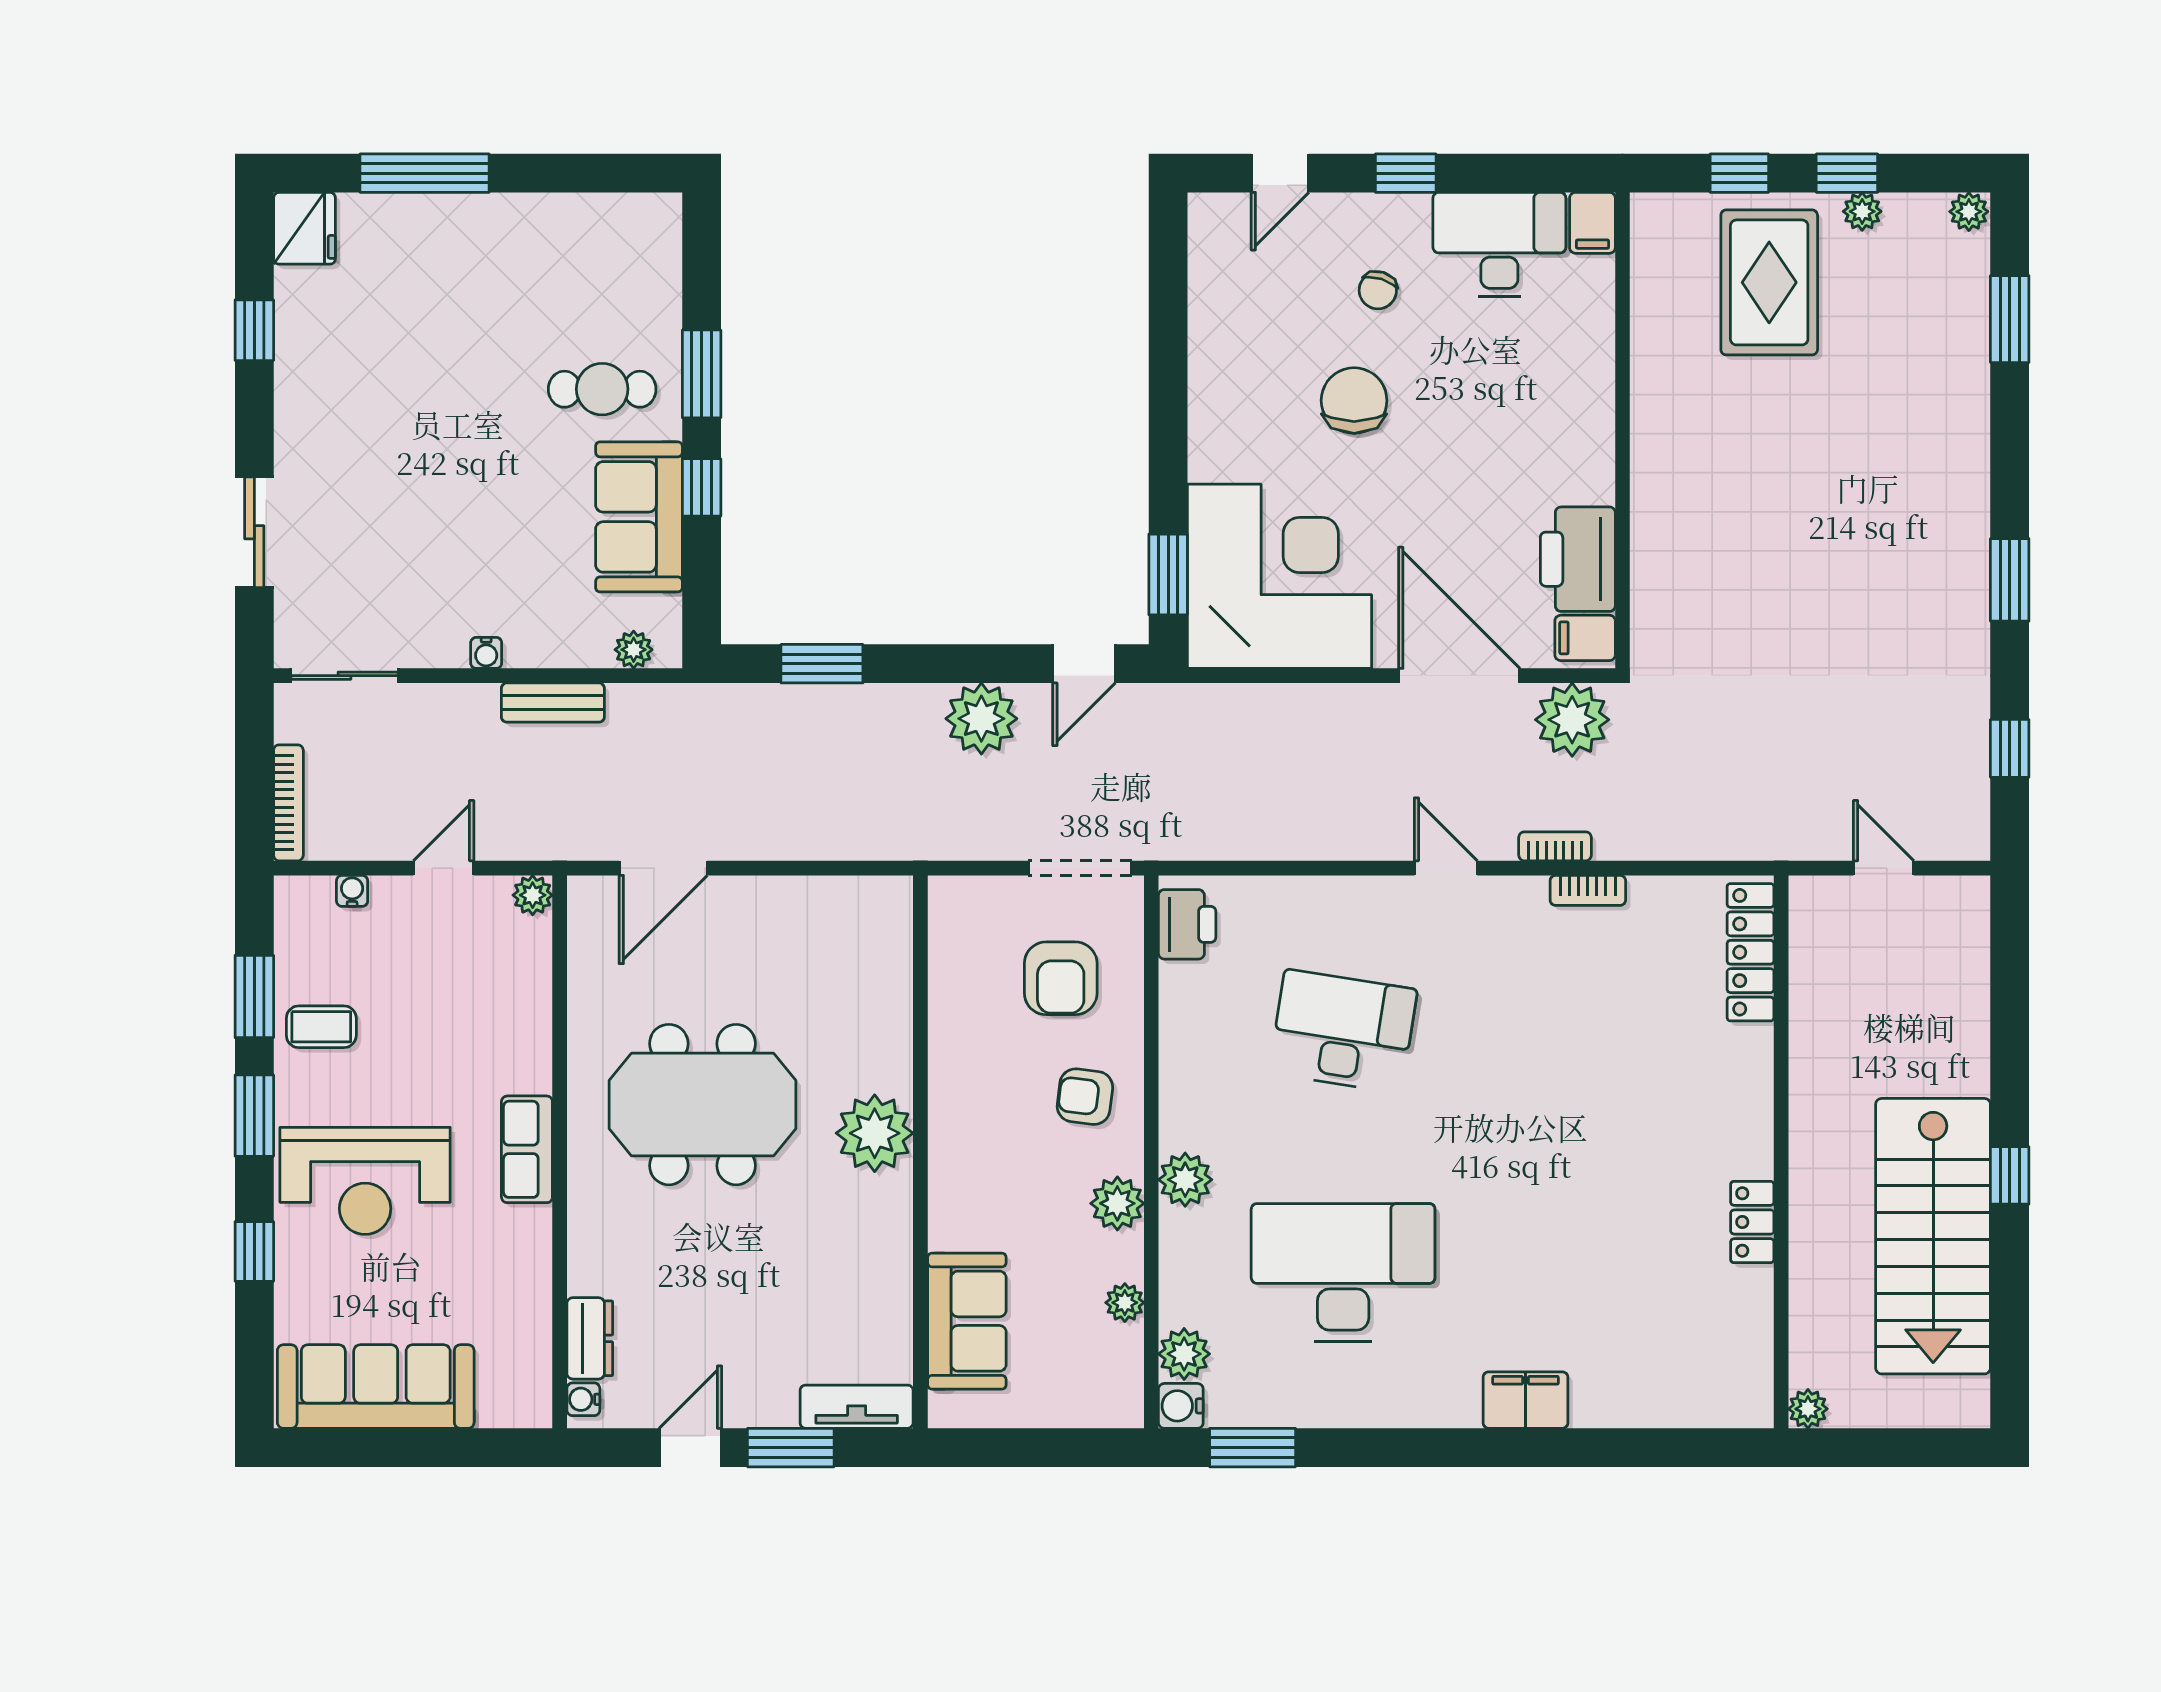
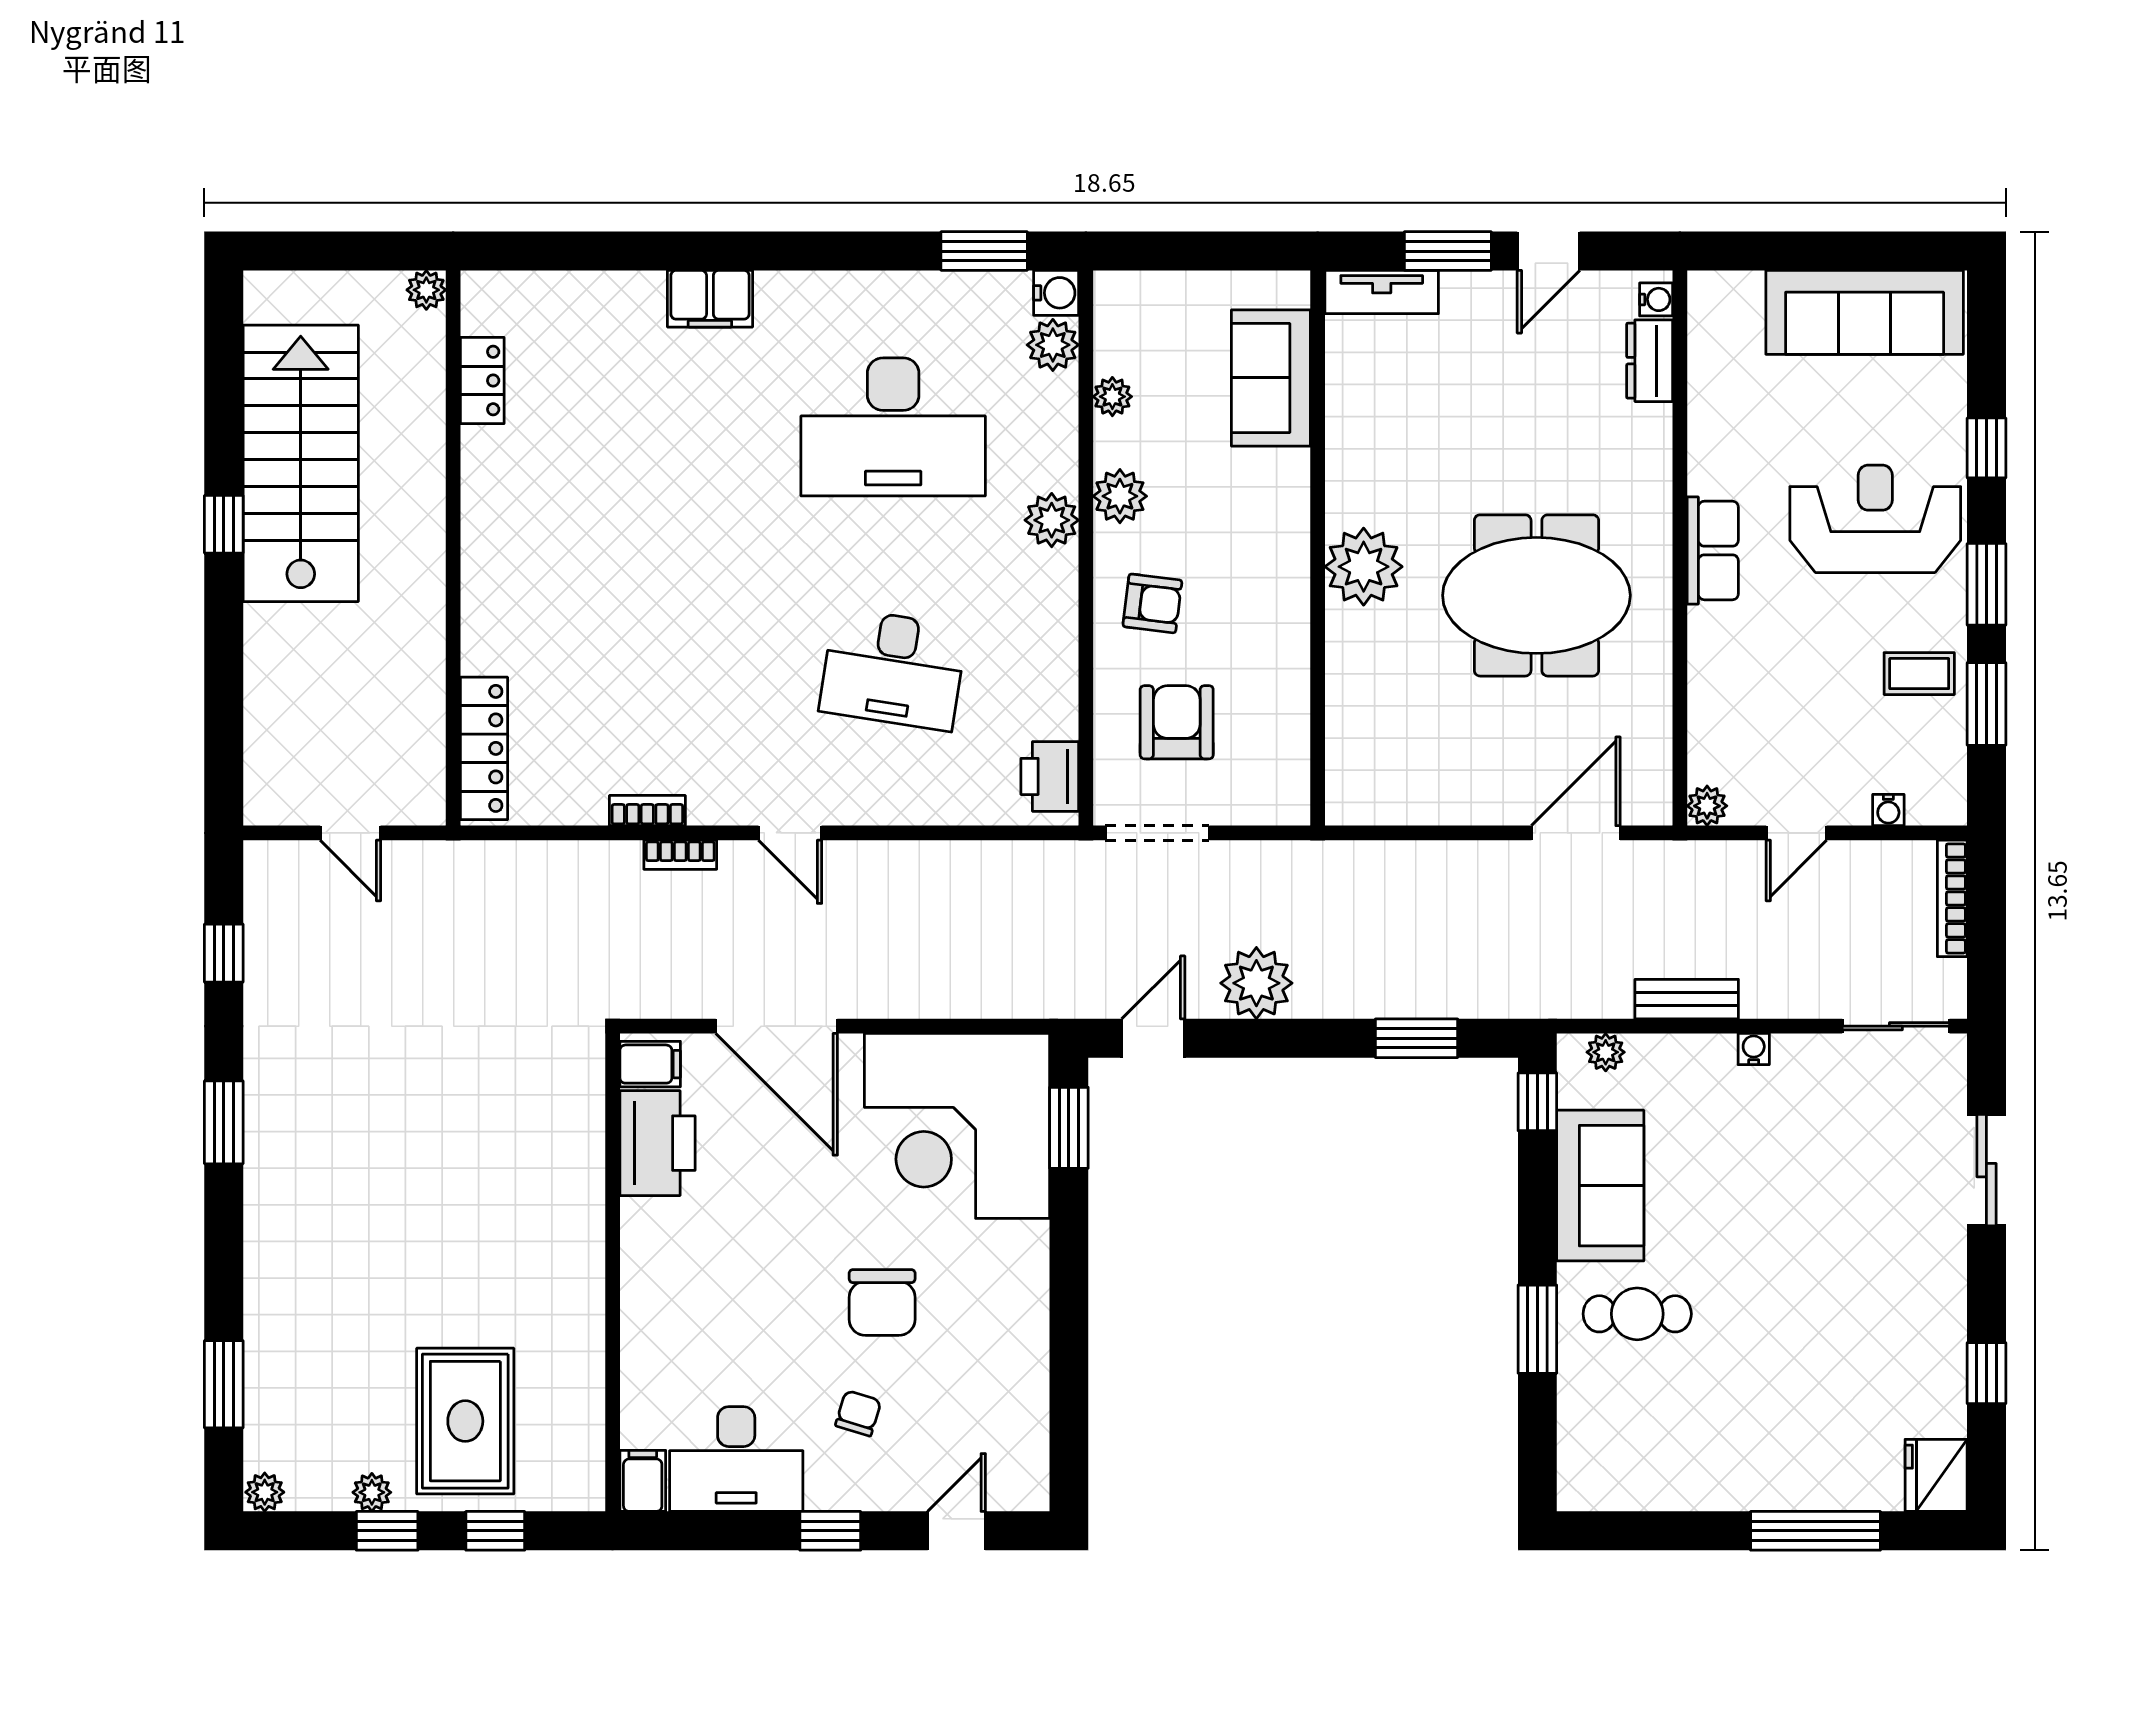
window: (702, 487) -> (1537, 1102), moved
plant: (1572, 720) -> (663, 982), removed
locker: (1752, 1222) -> (482, 381), moved

